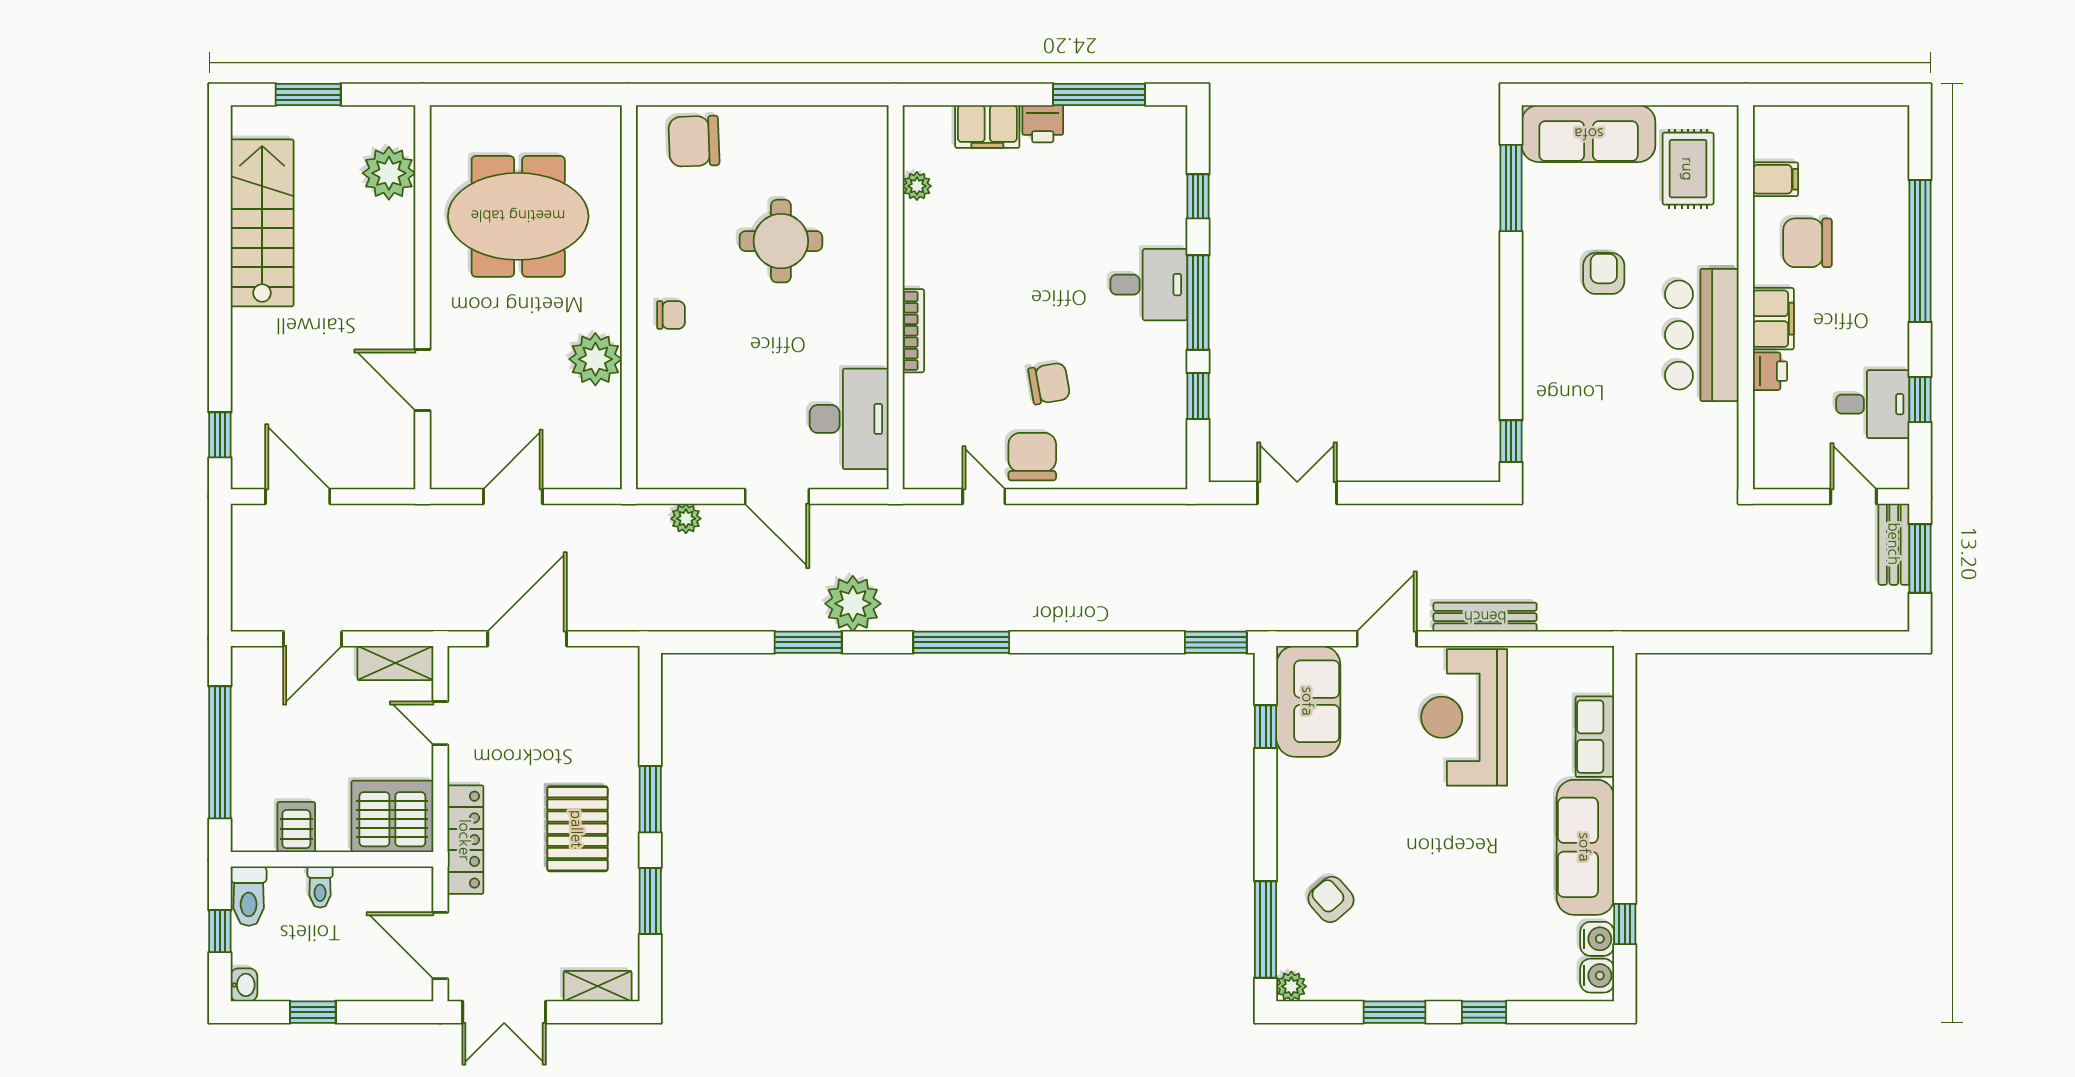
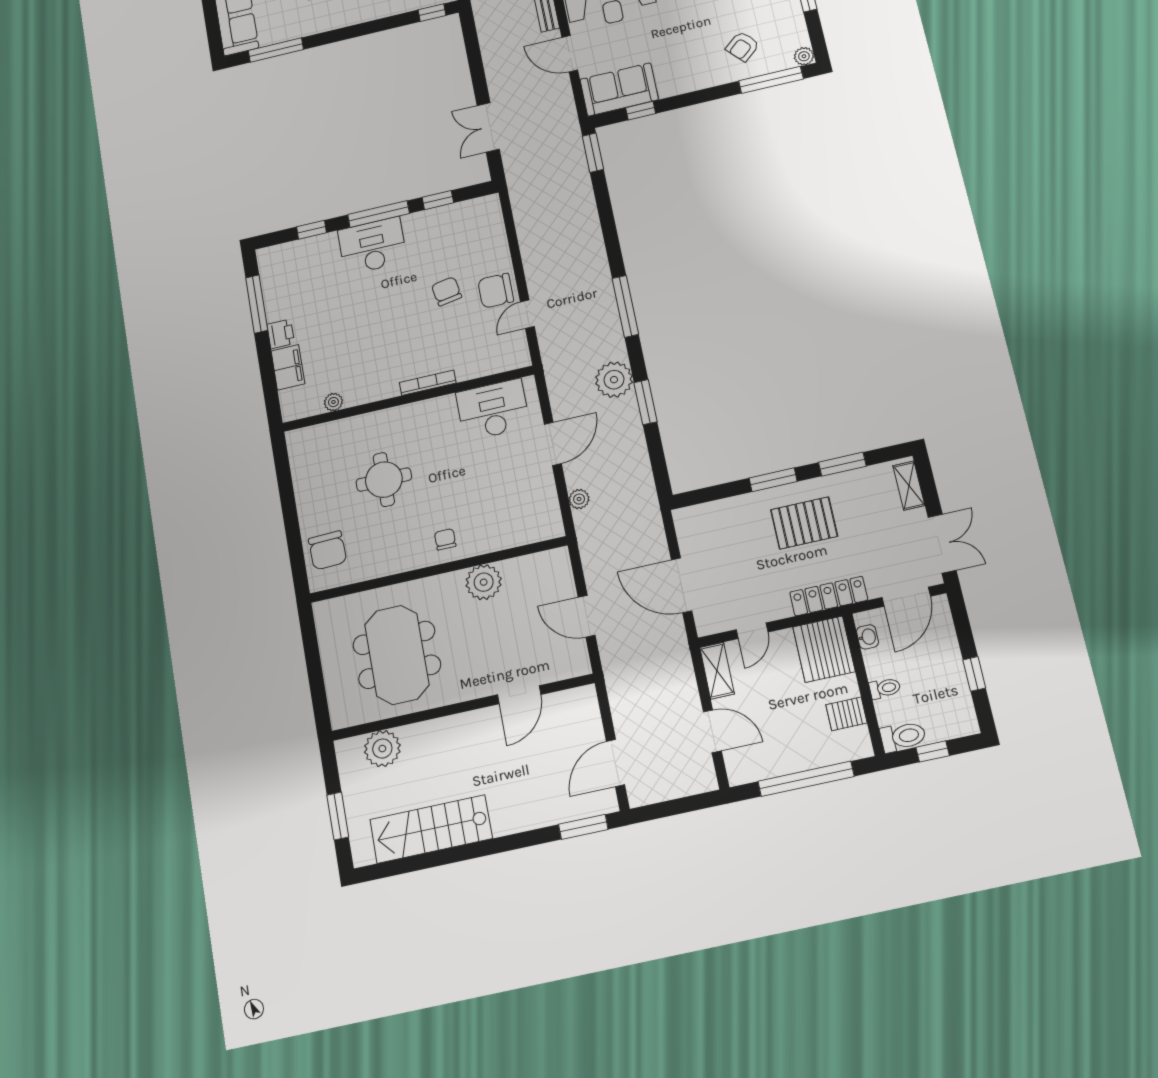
desk: (1149, 285) -> (372, 246), width x1.37
window: (220, 435) -> (583, 827), width x1.50
washbasin: (244, 985) -> (867, 637), moved, turned 90

